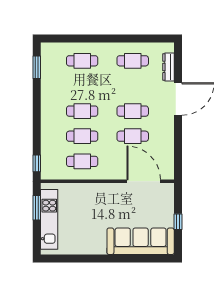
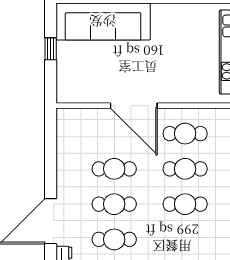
cafe table: (133, 86) -> (114, 239), added
door: (144, 181) -> (134, 106), moved

